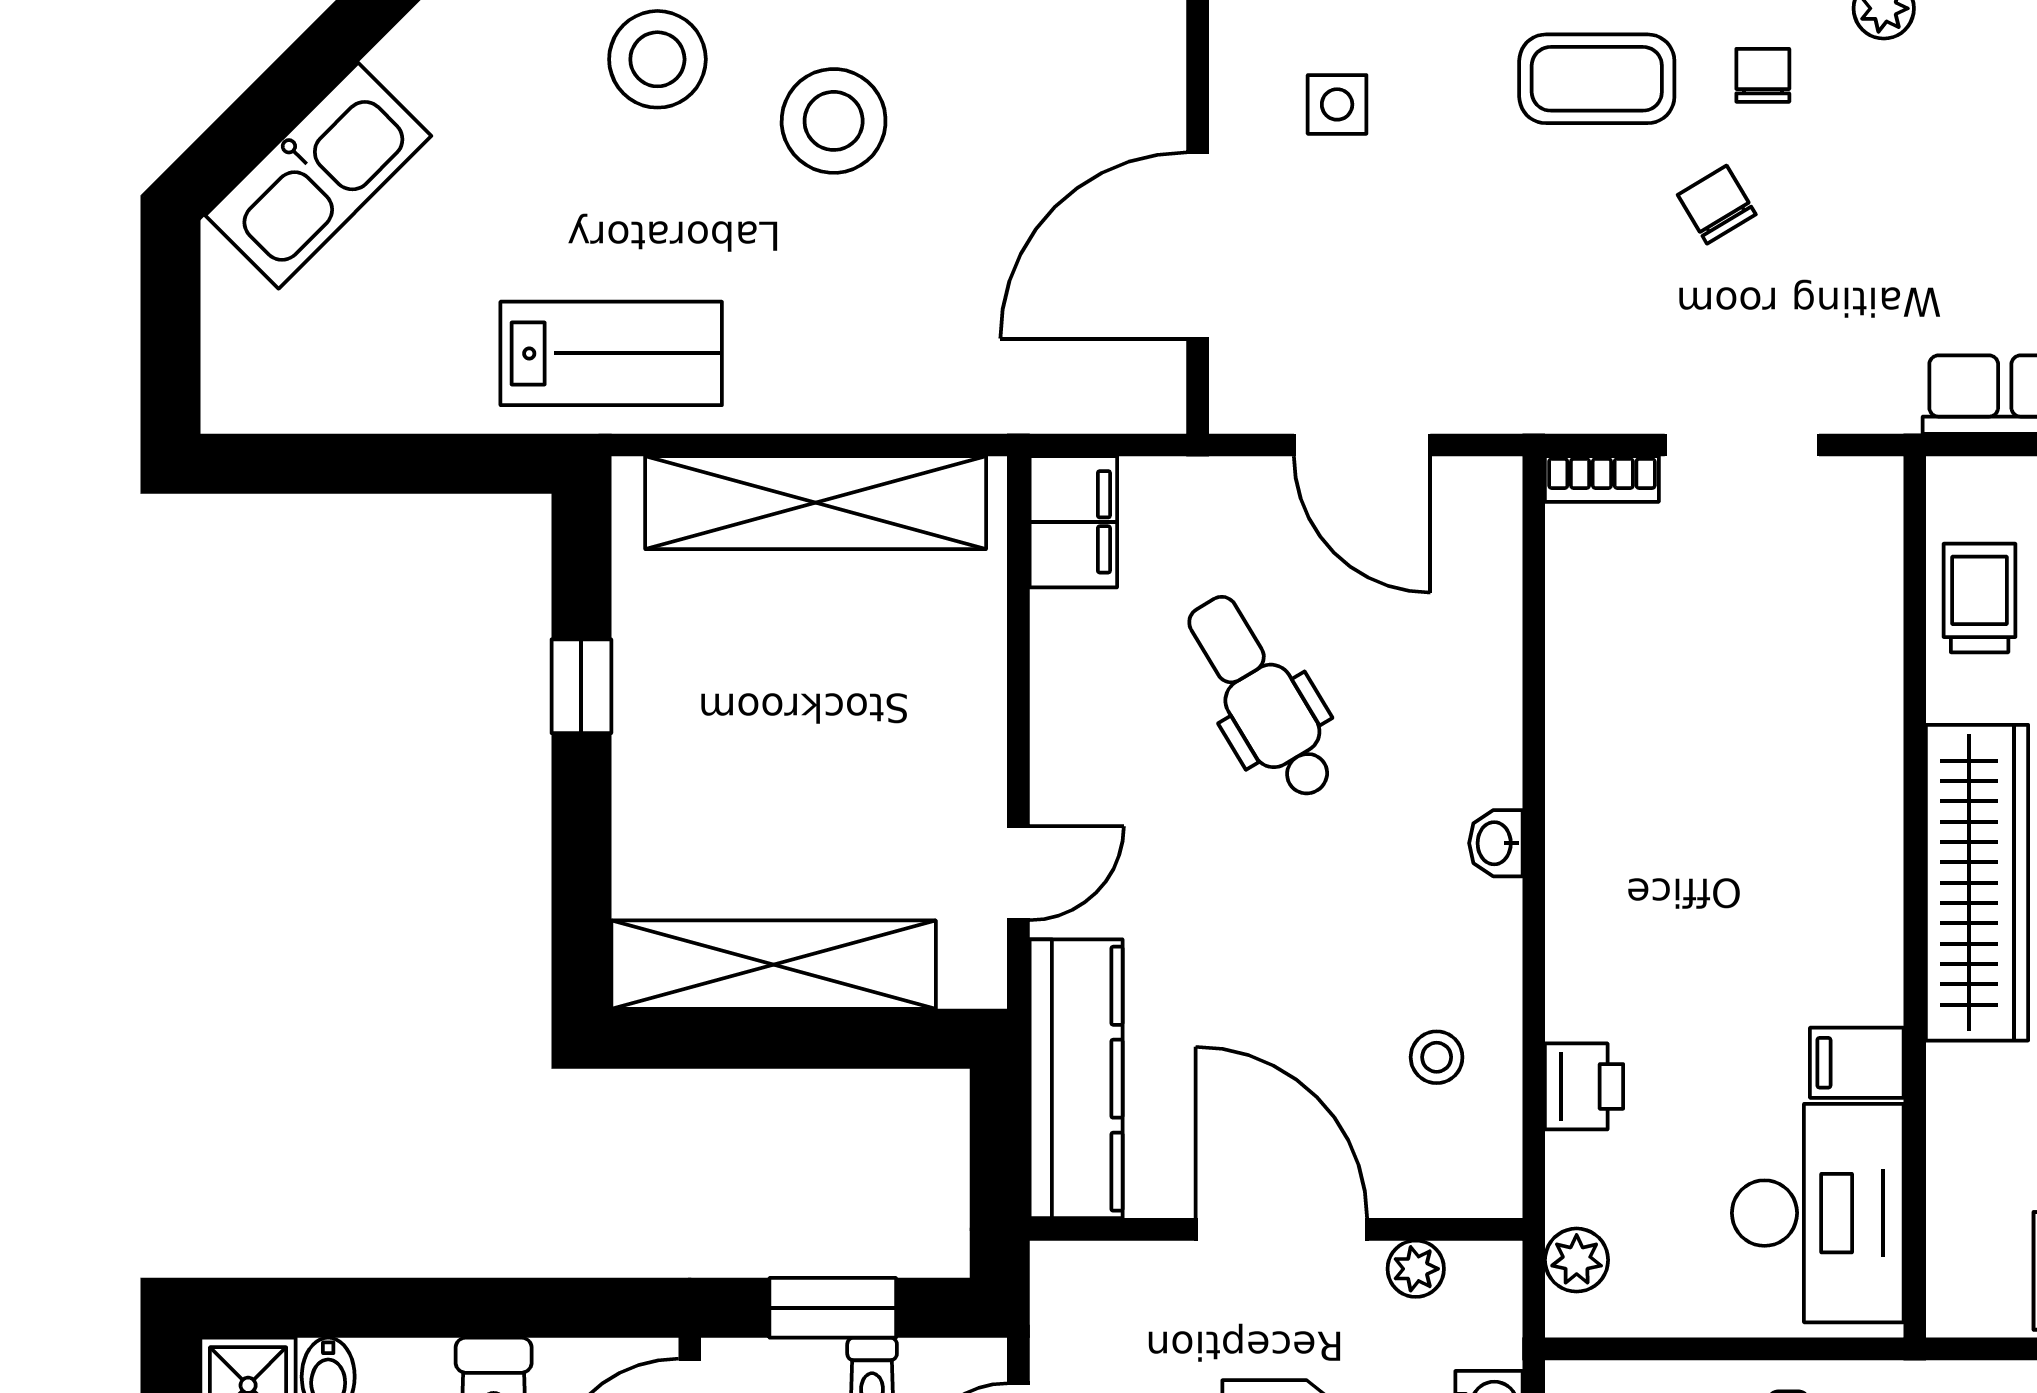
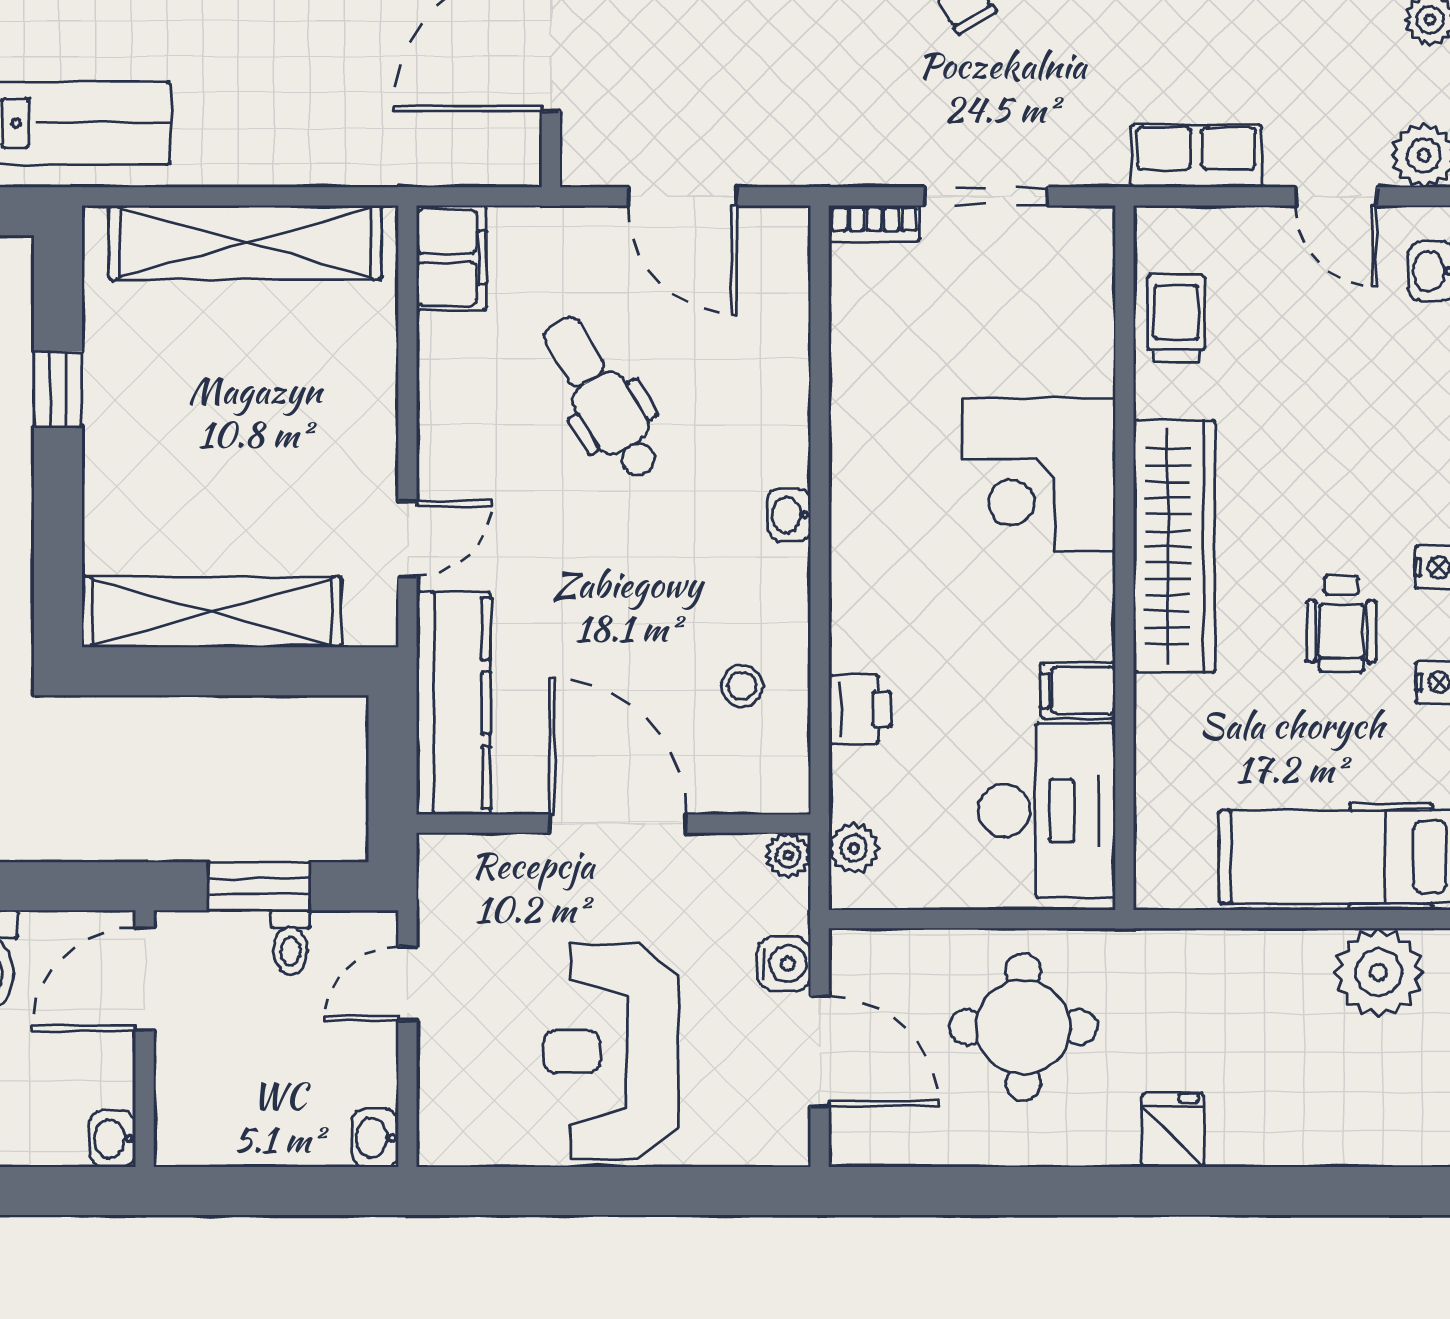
corner desk: (1808, 793) -> (1039, 475), added
plant: (1416, 1269) -> (788, 855), moved

